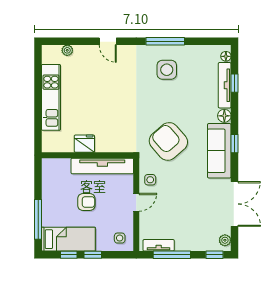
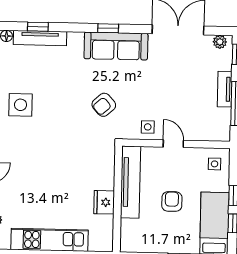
floor lamp: (224, 116) -> (75, 39), removed
armchair: (168, 141) -> (104, 105), width x0.53, depth x0.53
tv unit: (159, 245) -> (225, 89), moved

